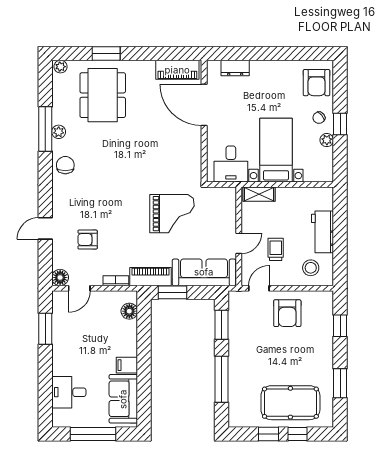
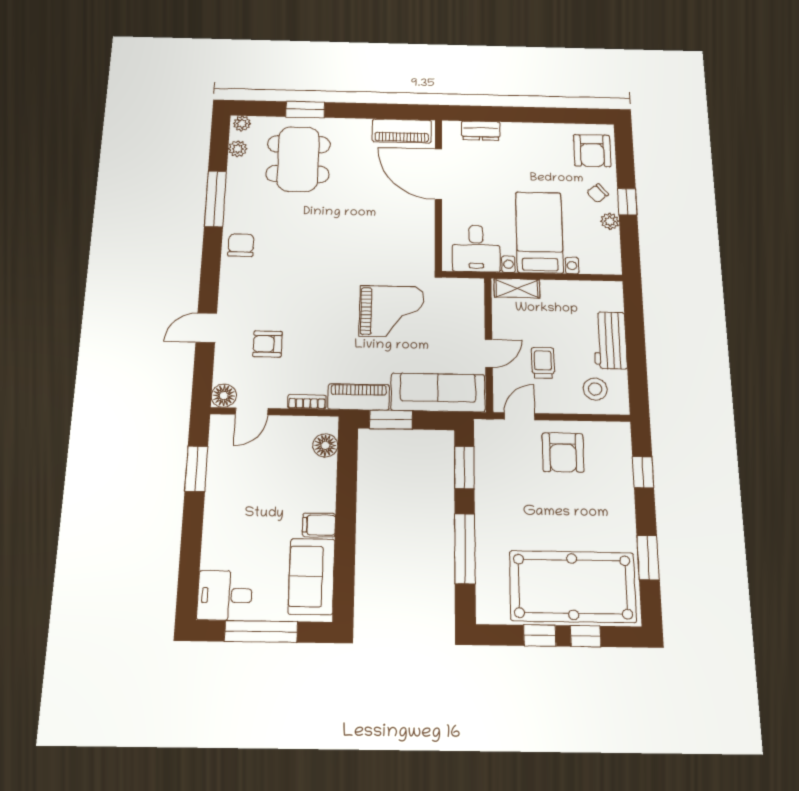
plant: (59, 132) -> (238, 149), moved
desk: (69, 392) -> (225, 595), moved
pool table: (290, 403) -> (573, 587), width x1.36, depth x1.32

